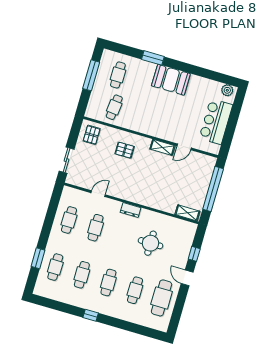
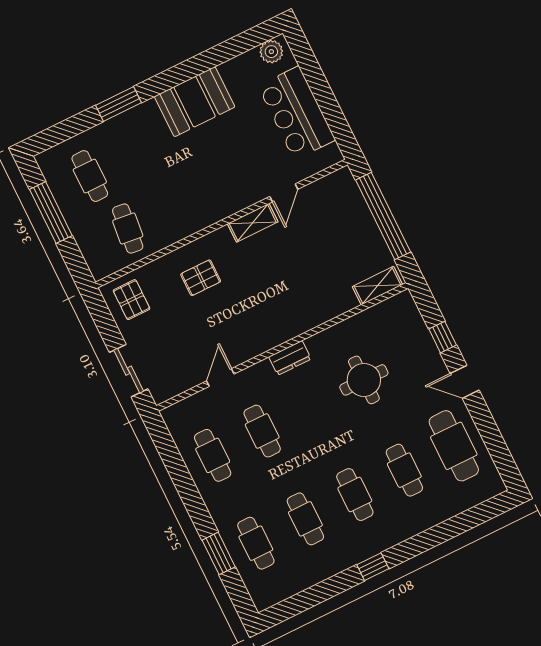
booth: (171, 80) -> (195, 102), moved

